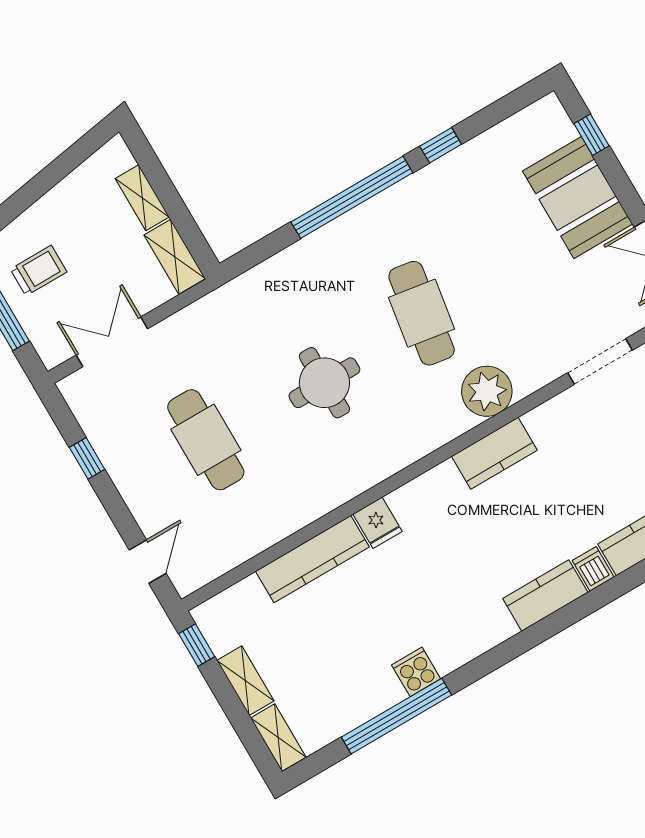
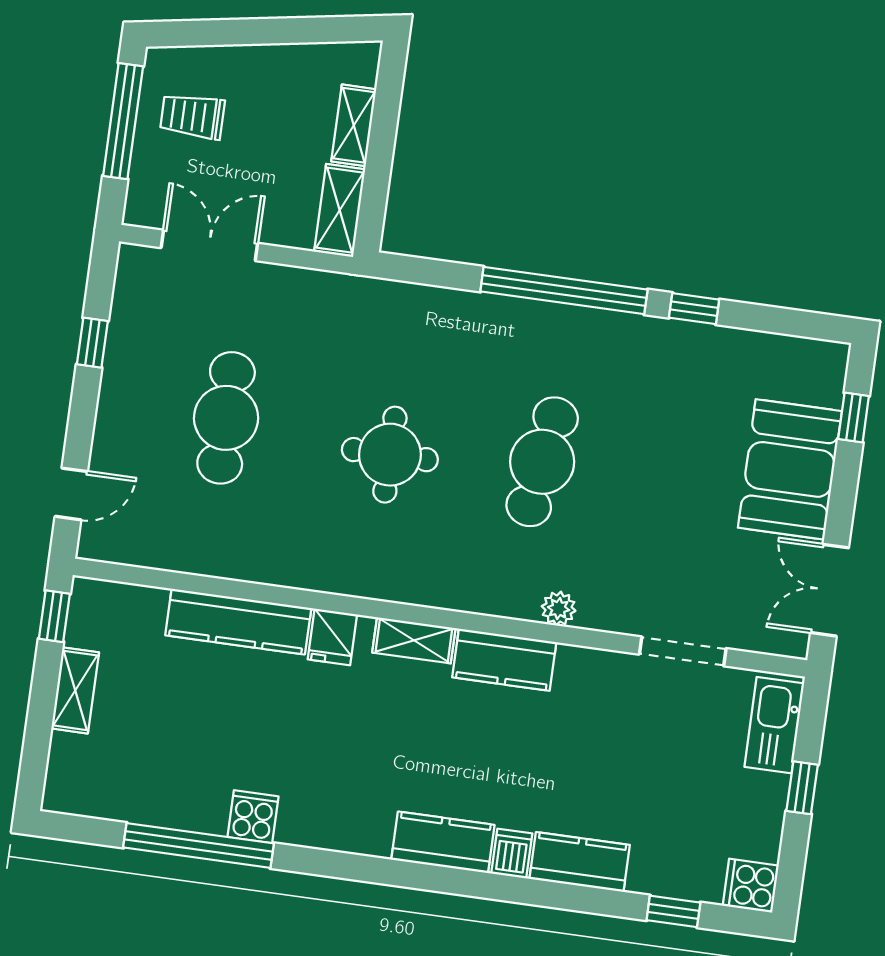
trolley: (39, 271) -> (192, 116), turned 180
plant: (487, 391) -> (559, 609), width x0.53, depth x0.53
shelving: (278, 738) -> (414, 640), moved, turned 90

